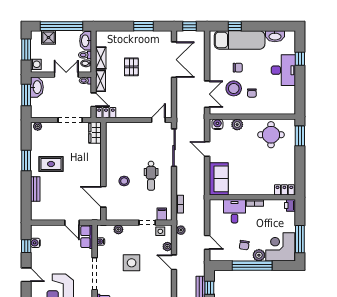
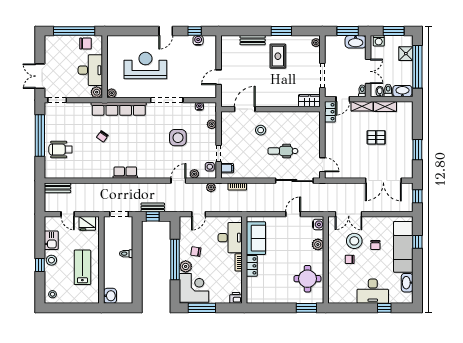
dental chair: (151, 176) -> (283, 151), moved
sofa: (219, 179) -> (256, 238), moved, turned -90
locker: (284, 190) -> (252, 266), moved
desk: (235, 211) -> (230, 238), width x1.37
row of seats: (87, 237) -> (204, 92), removed

